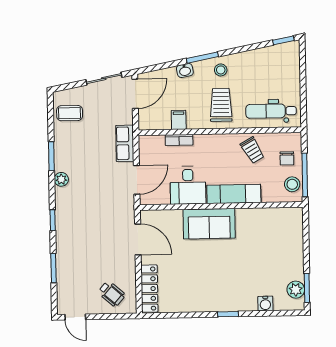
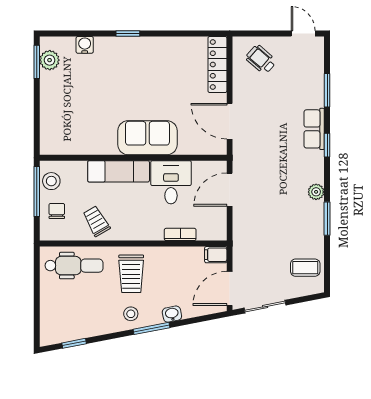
window: (283, 40) -> (74, 343), moved
filing cabinet: (179, 120) -> (216, 255), moved, turned 90
row of seats: (125, 143) -> (314, 129), moved, turned 180

